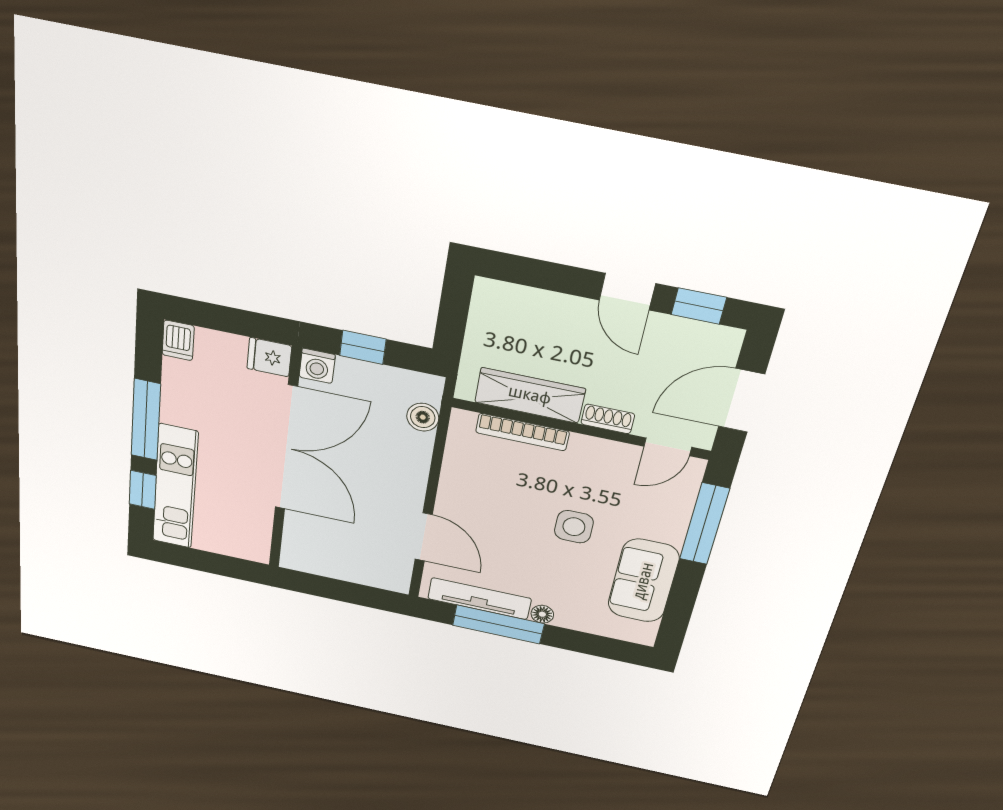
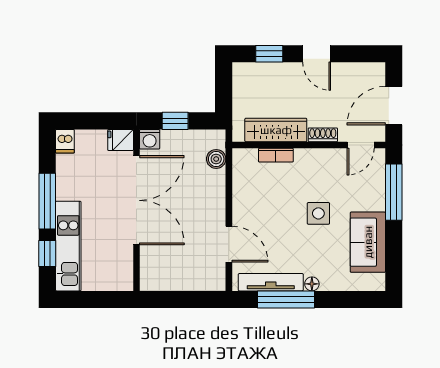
window: (699, 306) -> (269, 54), moved
bookcase: (522, 432) -> (276, 155), width x0.64

